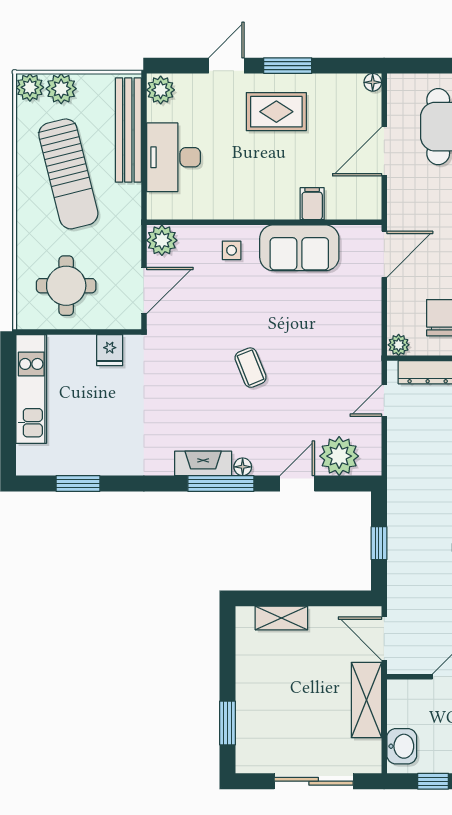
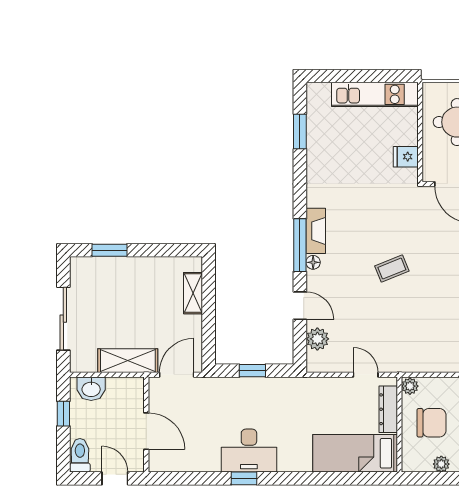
plant: (339, 456) -> (317, 339), width x0.73, depth x0.73

